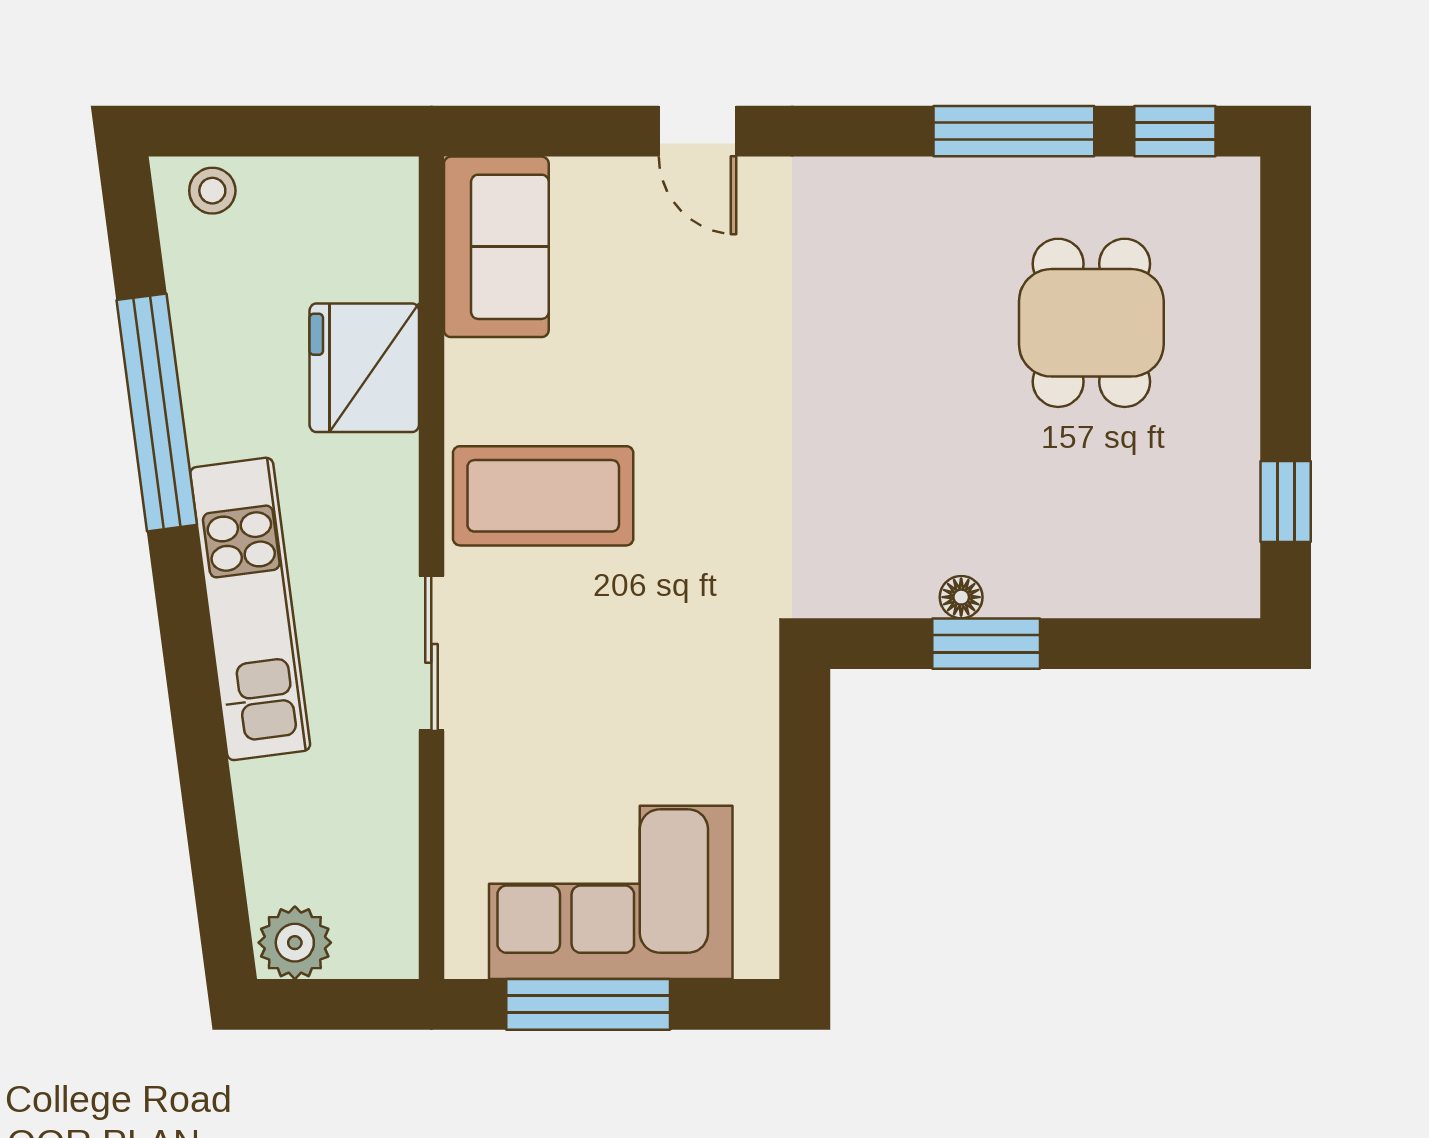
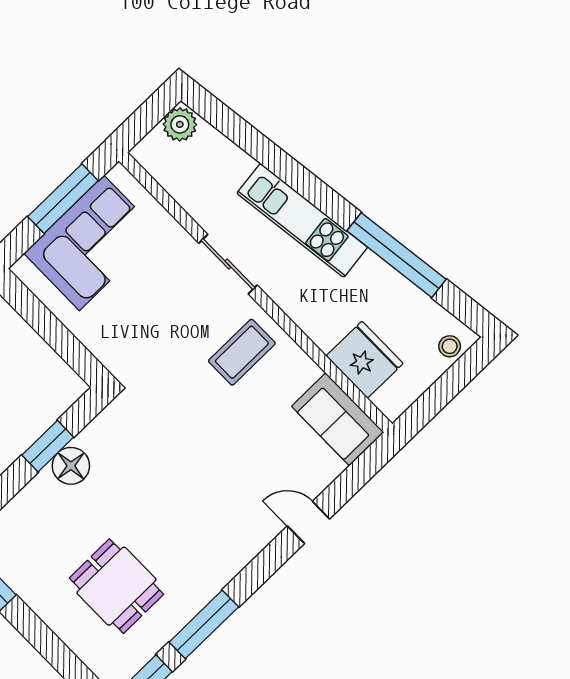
fridge: (364, 368) -> (365, 360), moved
coffee table: (543, 496) -> (242, 352), width x0.73, depth x0.76
floor lamp: (961, 597) -> (71, 466), width x1.89, depth x1.89

